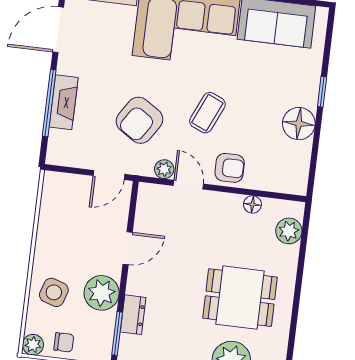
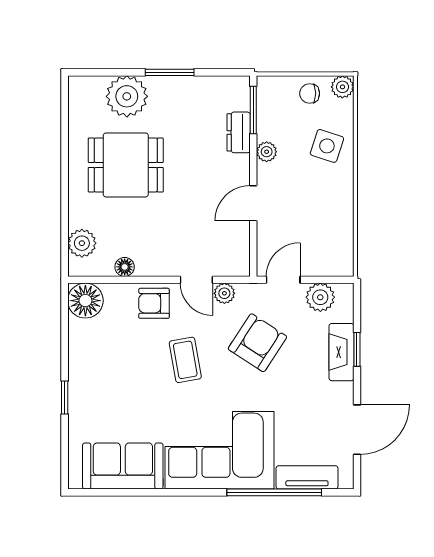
window: (49, 103) -> (357, 349), width x0.46
coffee table: (207, 113) -> (185, 360), turned -34
floor lamp: (299, 124) -> (85, 301), moved
plant: (77, 155) -> (320, 297), added
plant: (102, 293) -> (267, 152), width x0.53, depth x0.53

